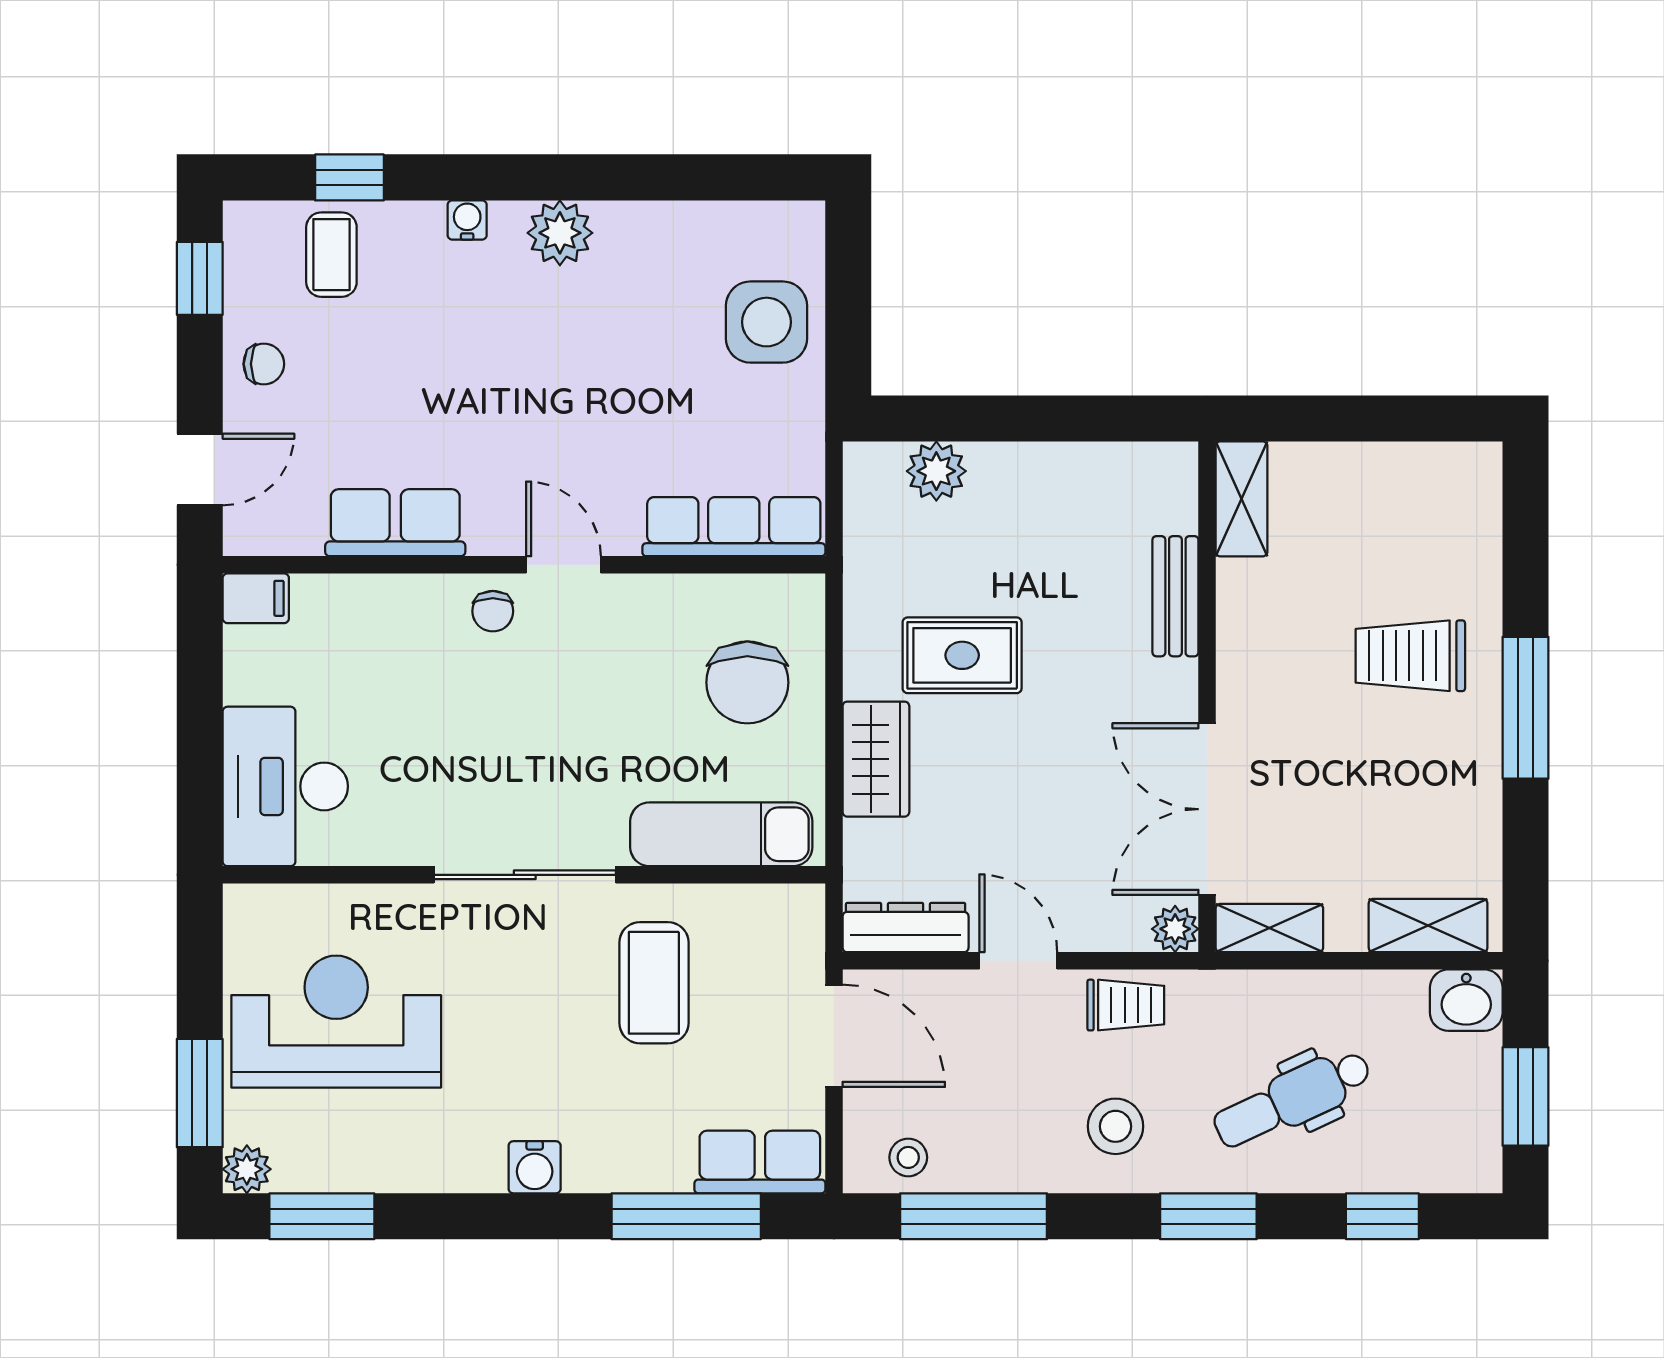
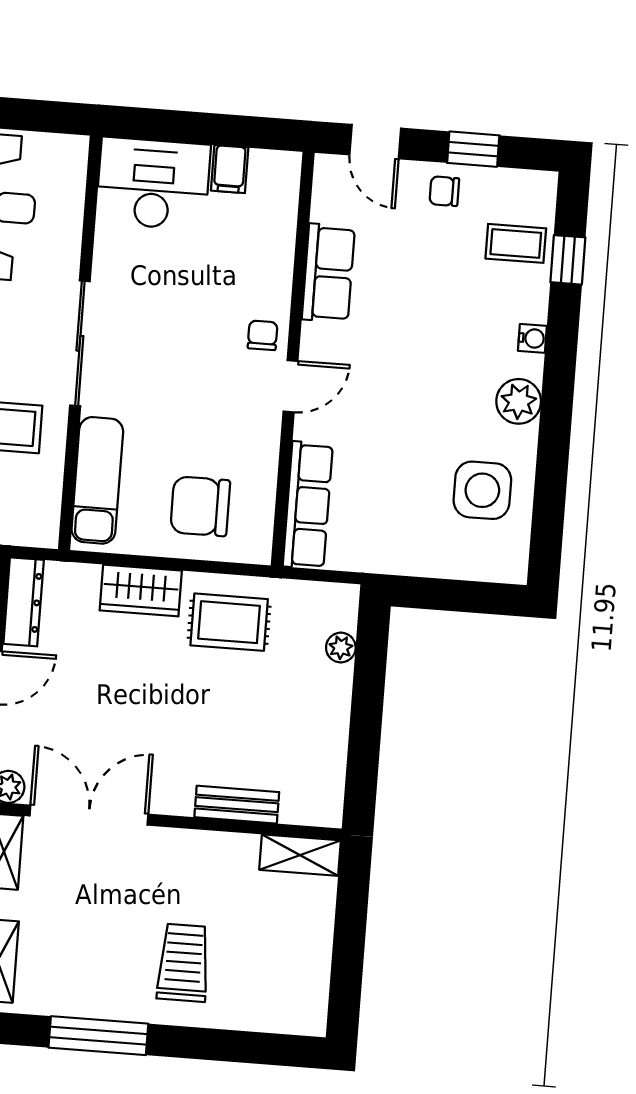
window: (200, 278) -> (473, 149), moved
side table: (767, 322) -> (482, 490), moved
chair: (264, 364) -> (444, 191), turned 90
plant: (936, 471) -> (341, 648), width x0.73, depth x0.73
filing cabinet: (256, 598) -> (230, 169), moved
chair: (493, 611) -> (263, 335), turned 90
rug: (962, 655) -> (229, 622), moved, turned 90
window: (1526, 708) -> (98, 1036), moved

